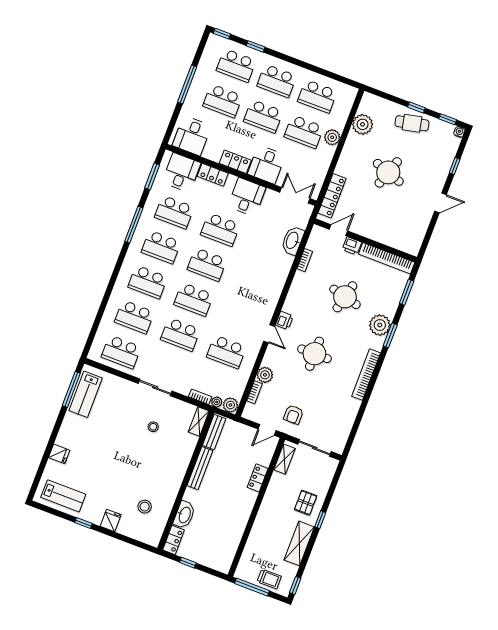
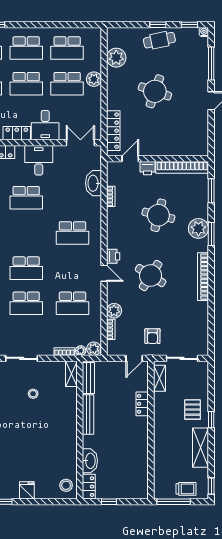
window: (455, 166) -> (211, 64), width x2.17
school desk: (207, 264) -> (73, 233), moved
round table: (314, 354) -> (151, 276), turned 32
stool: (145, 507) -> (66, 485), moved

